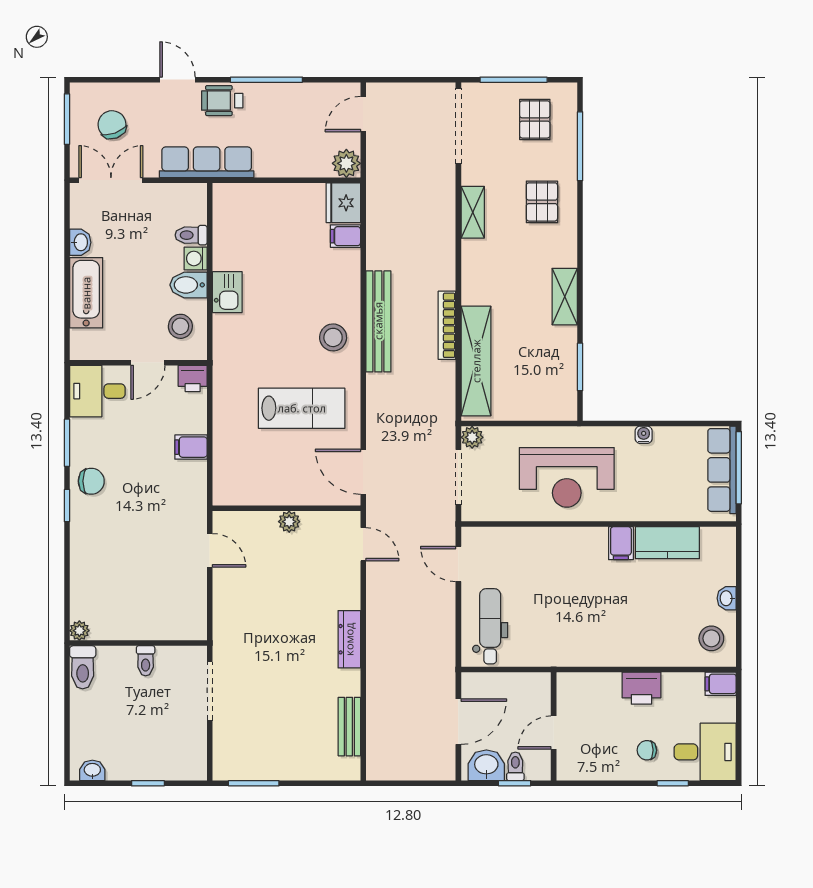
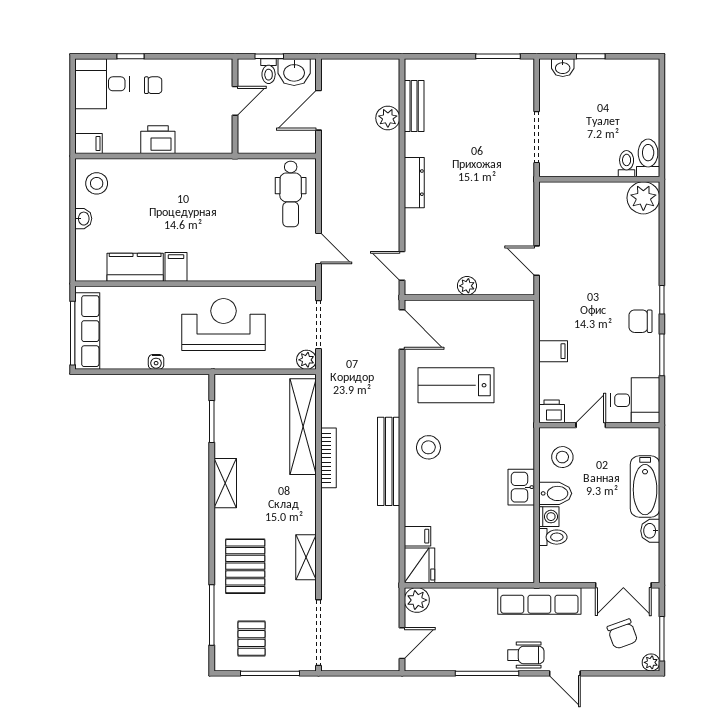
plant: (79, 92) -> (651, 662), added
pallet: (542, 202) -> (245, 566), width x1.50, depth x1.42
plant: (79, 631) -> (643, 198), width x1.87, depth x1.87
toilet: (146, 661) -> (627, 164), moved
plant: (379, 713) -> (388, 118), added
washbasin: (92, 770) -> (563, 68), moved

